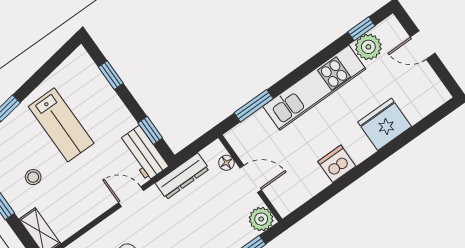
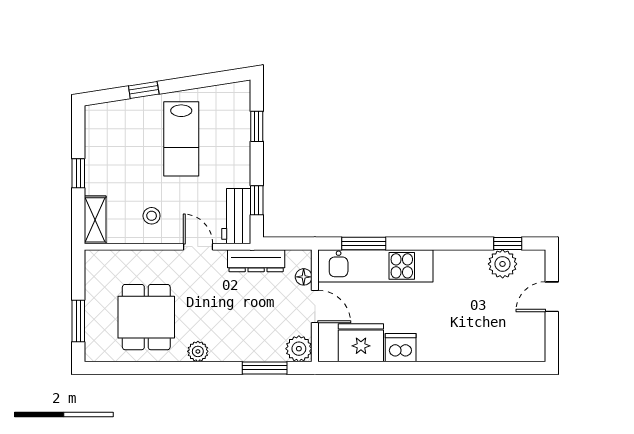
door: (423, 45) -> (552, 297), hinge flipped
kitchen unit: (314, 88) -> (375, 266), moved
fridge: (385, 124) -> (361, 343), moved
stool: (33, 177) -> (152, 216), moved

